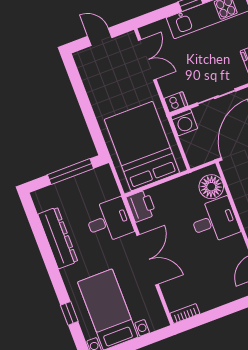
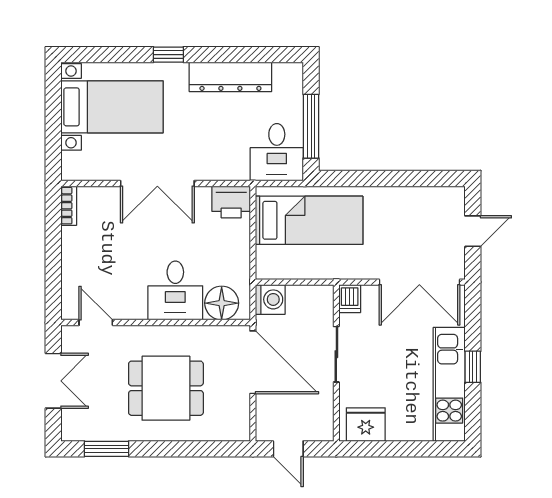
double door: (147, 60) -> (419, 282), width x1.37
washing machine: (184, 123) -> (270, 299), moved, turned 180
bed: (142, 146) -> (309, 220), width x0.67
desk: (109, 221) -> (277, 152), moved
window: (69, 313) -> (168, 55), moved

